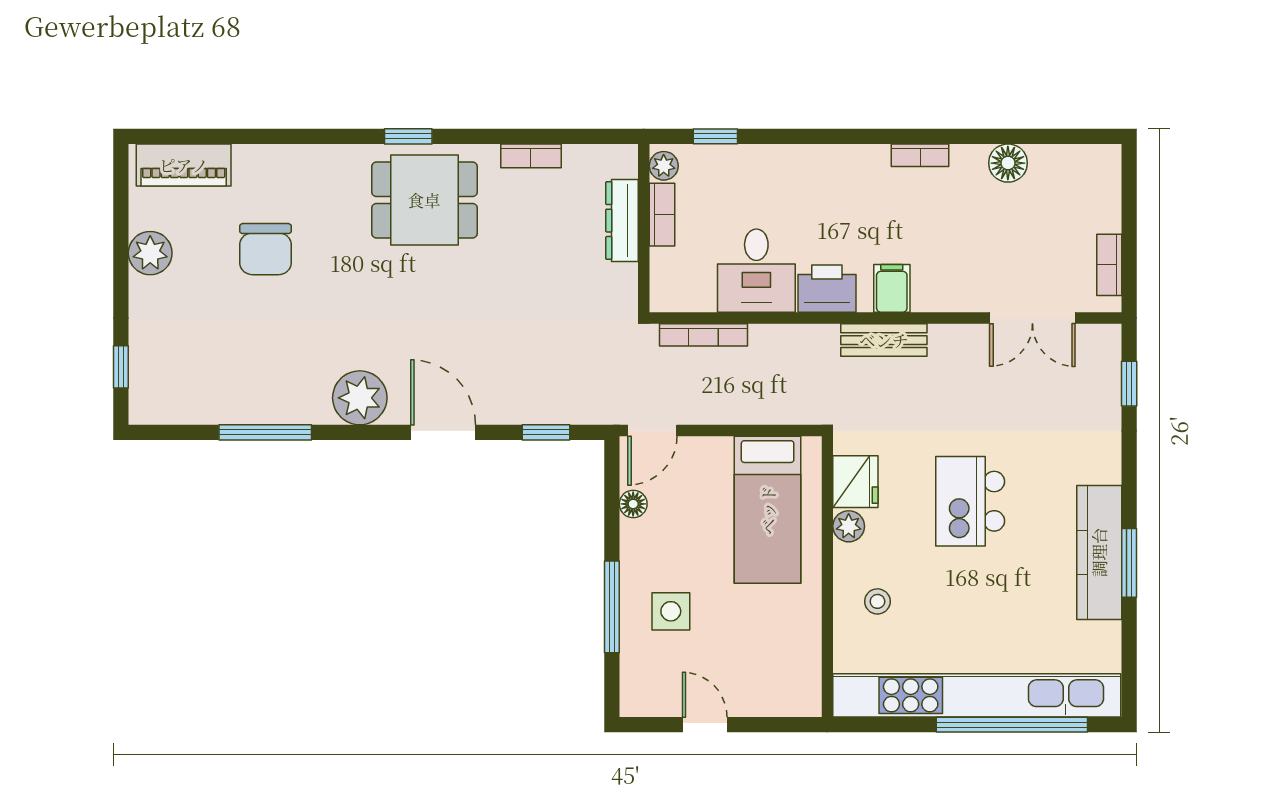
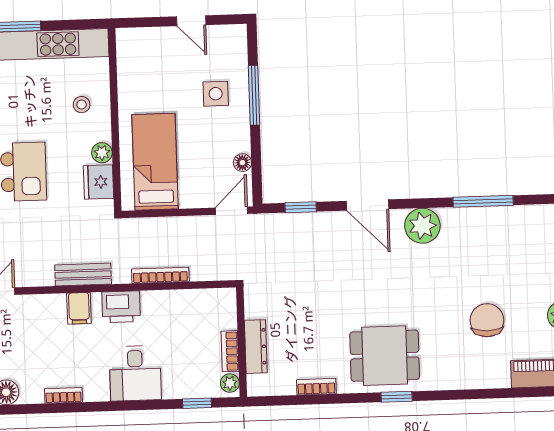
desk: (756, 271) -> (135, 373), moved, turned 180
bookcase: (704, 335) -> (160, 275), moved

